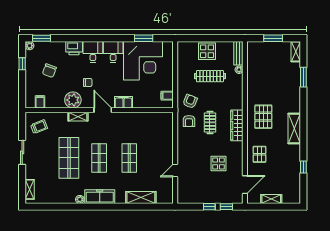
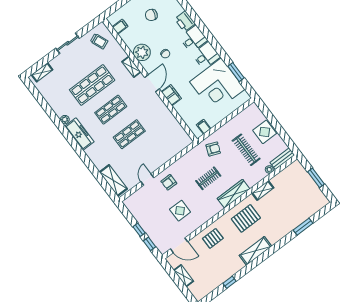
shelving: (296, 52) -> (263, 190), moved
armchair: (189, 121) -> (169, 182), moved
wardrobe: (237, 125) -> (234, 194), moved
door: (175, 171) -> (147, 180), hinge flipped
shelving: (141, 198) -> (113, 180), moved

